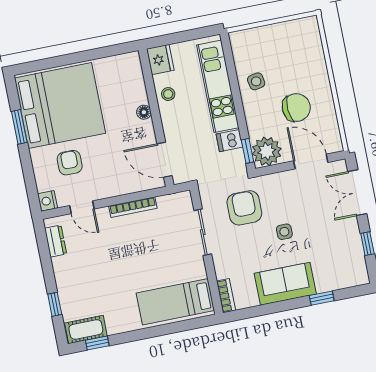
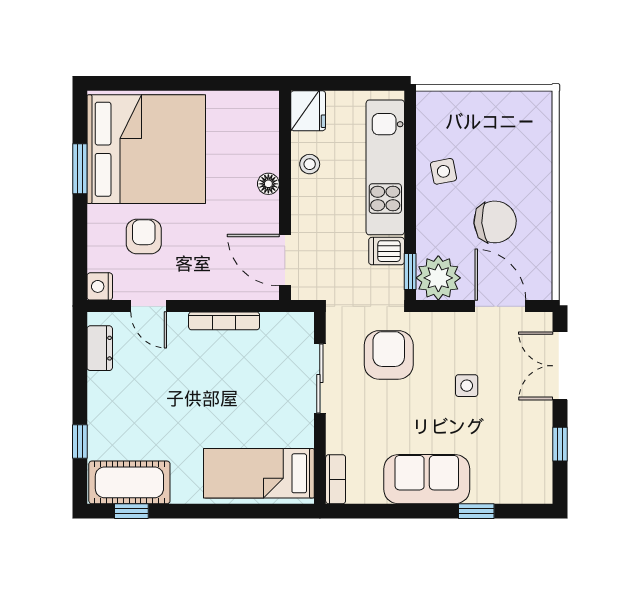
side table: (284, 232) -> (467, 386), moved
cot: (86, 329) -> (129, 482), width x1.37, depth x1.34

